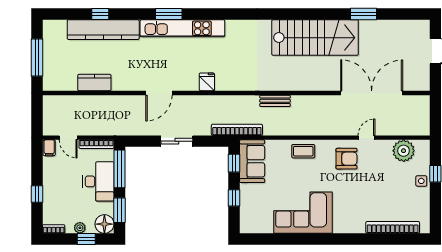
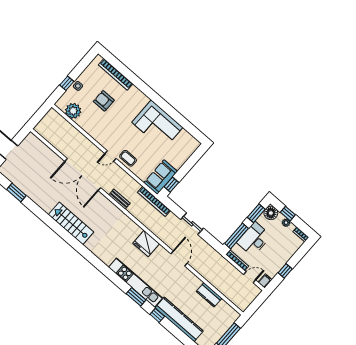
window: (100, 14) -> (157, 315), moved
window: (364, 14) -> (16, 192), moved
stairs: (315, 38) -> (71, 223), width x0.73, depth x0.66
fridge: (207, 82) -> (146, 243), width x1.88, depth x1.34
door: (159, 93) -> (179, 258), hinge flipped
double door: (372, 93) -> (83, 175), moved
door: (68, 138) -> (250, 277), hinge flipped
door: (367, 138) -> (111, 156), moved
armchair: (346, 159) -> (104, 101), moved
window: (37, 194) -> (285, 271), moved
window: (234, 198) -> (188, 166), removed

